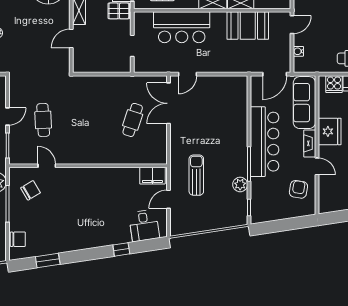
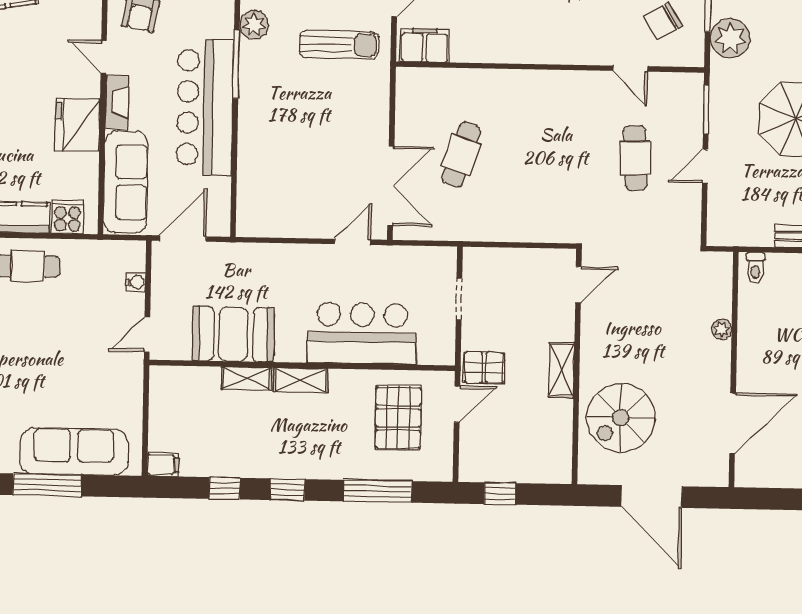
door: (71, 38) -> (578, 285), moved
sun lounger: (196, 175) -> (339, 45), turned -90

